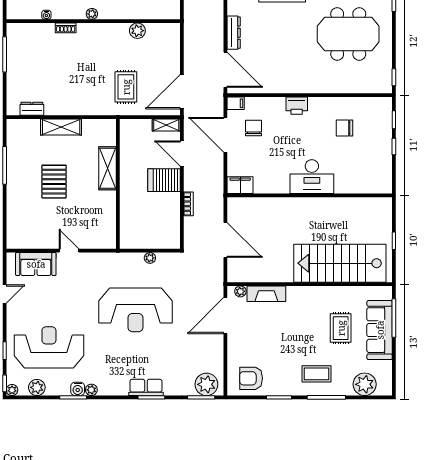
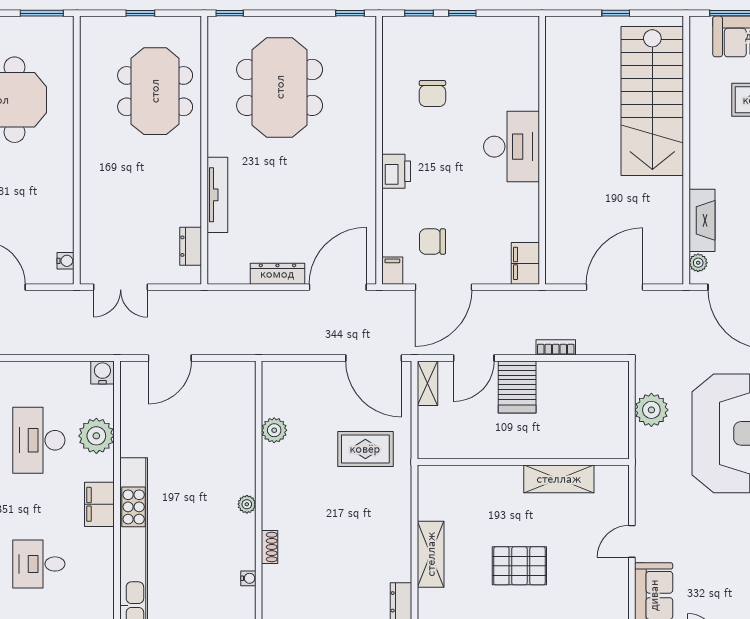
shelving: (108, 168) -> (559, 479), moved
plant: (150, 258) -> (651, 410), width x1.88, depth x1.88

